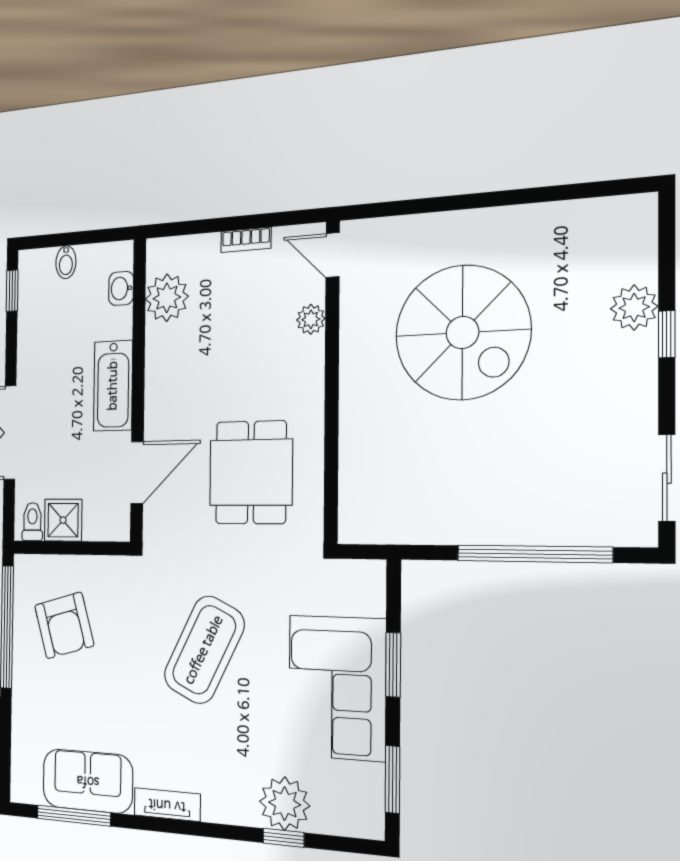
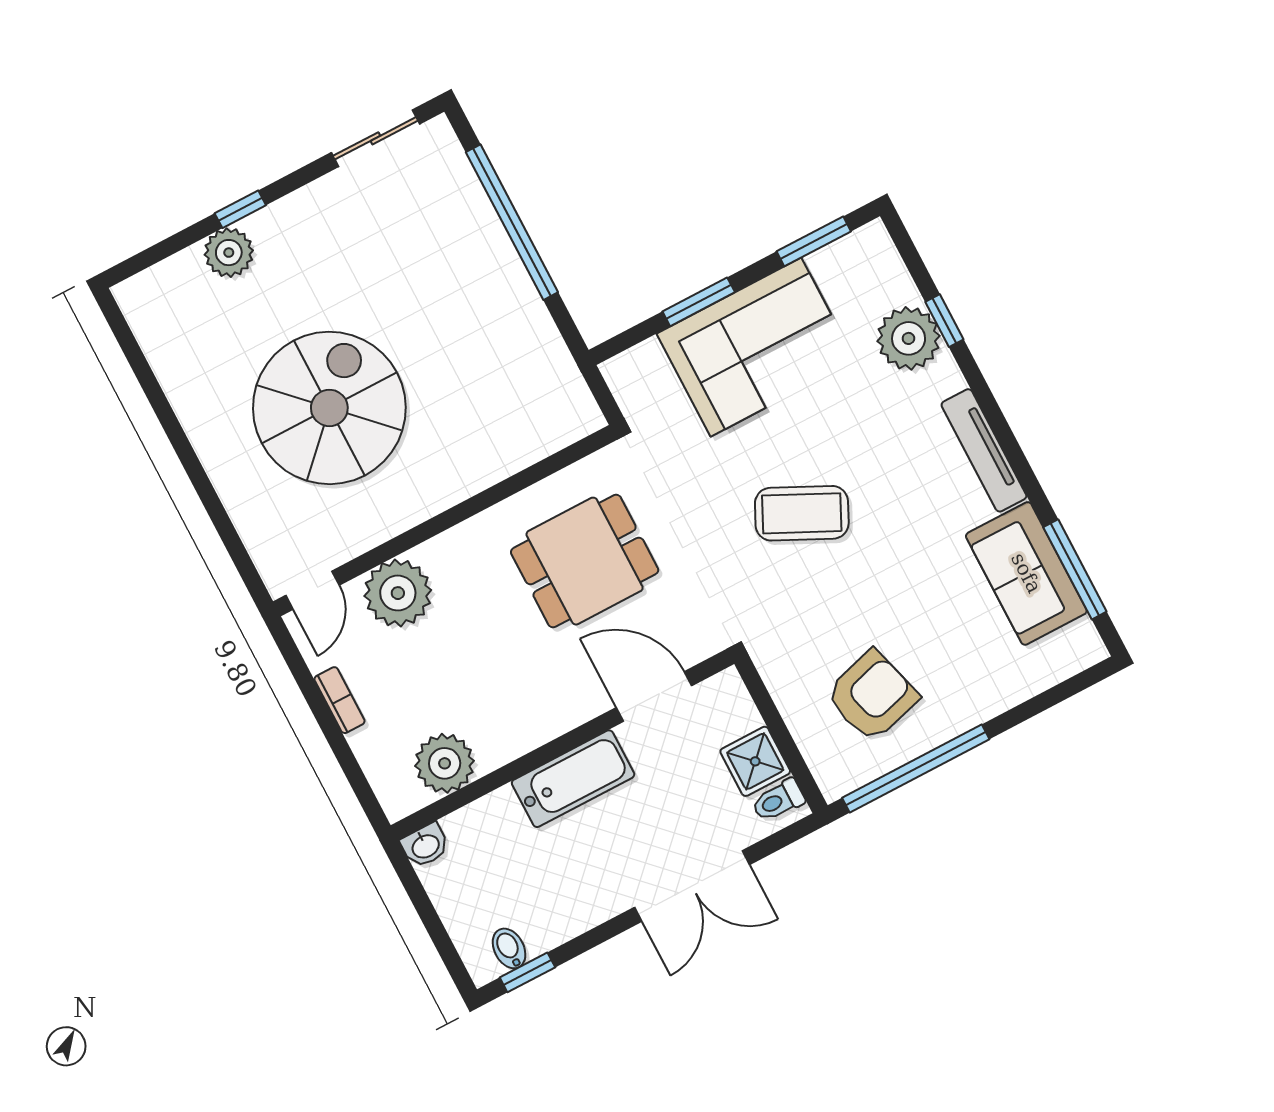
bidet: (66, 262) -> (509, 948), moved, turned -90
washbasin: (121, 288) -> (425, 845), moved
plant: (311, 319) -> (398, 593), width x1.87, depth x1.87
coffee table: (204, 650) -> (802, 513), width x0.73, depth x0.76
tv unit: (167, 805) -> (984, 450), width x1.41

